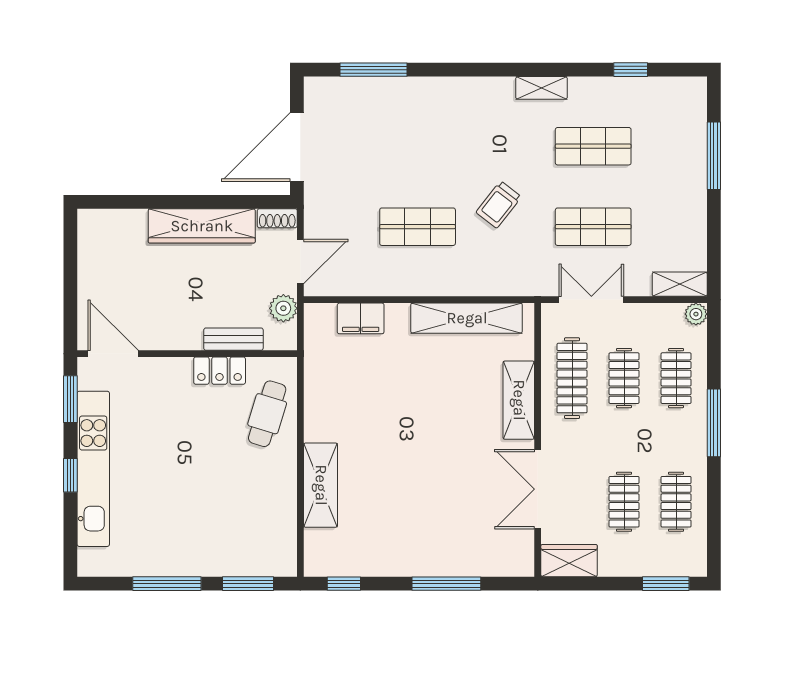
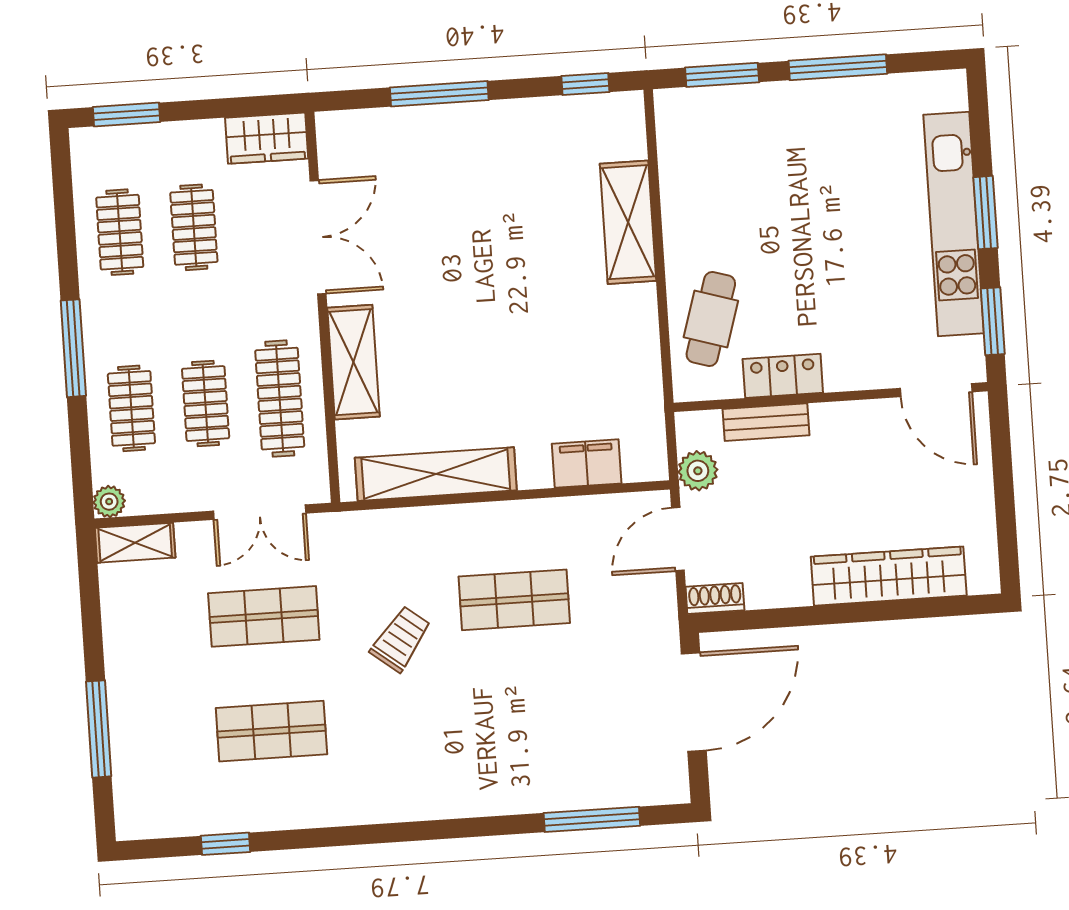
shelving: (542, 88) -> (351, 809), removed
wardrobe: (202, 226) -> (889, 576), moved
window: (70, 475) -> (986, 213), width x1.50

